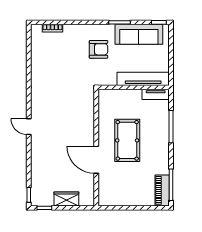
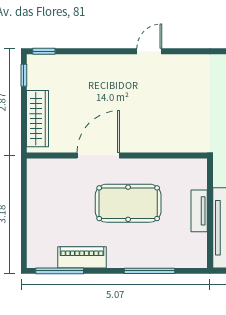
tv unit: (156, 94) -> (199, 211), moved
piano: (162, 190) -> (82, 257), moved
wardrobe: (66, 199) -> (38, 119), width x1.50

